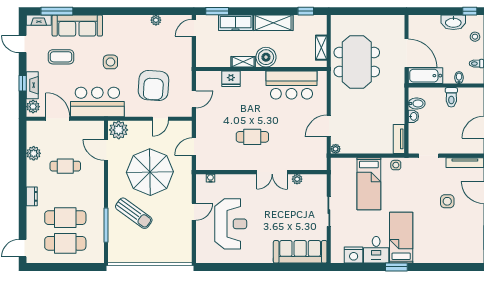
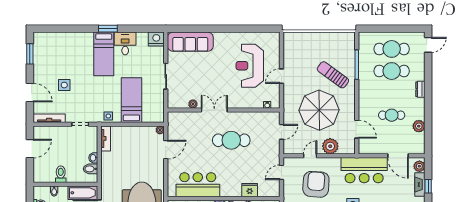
plant: (119, 130) -> (330, 146), moved
cafe table: (252, 137) -> (231, 140), width x1.37, depth x1.35
nightstand: (354, 255) -> (156, 39), moved

